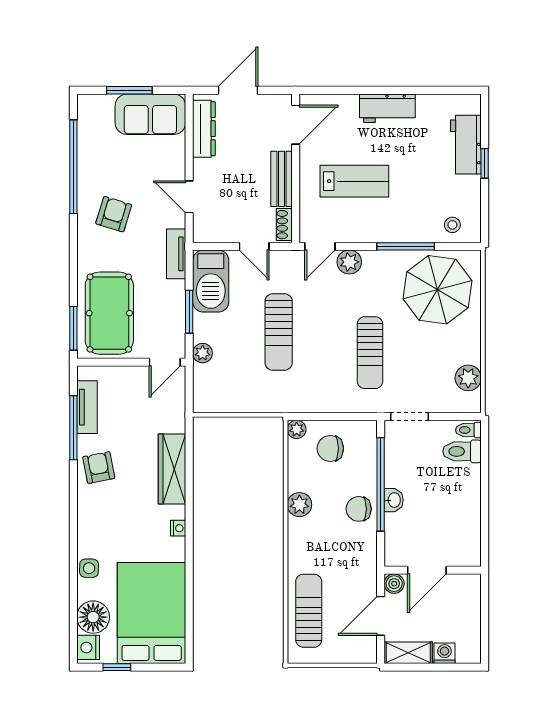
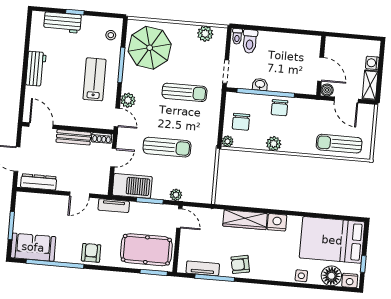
sofa: (150, 114) -> (33, 247), moved, turned -90
lab bench: (354, 181) -> (94, 79), moved
armchair: (114, 214) -> (91, 253), moved, turned 73
washbasin: (394, 500) -> (260, 84), moved
nightstand: (178, 528) -> (277, 222), width x1.89, depth x1.79

